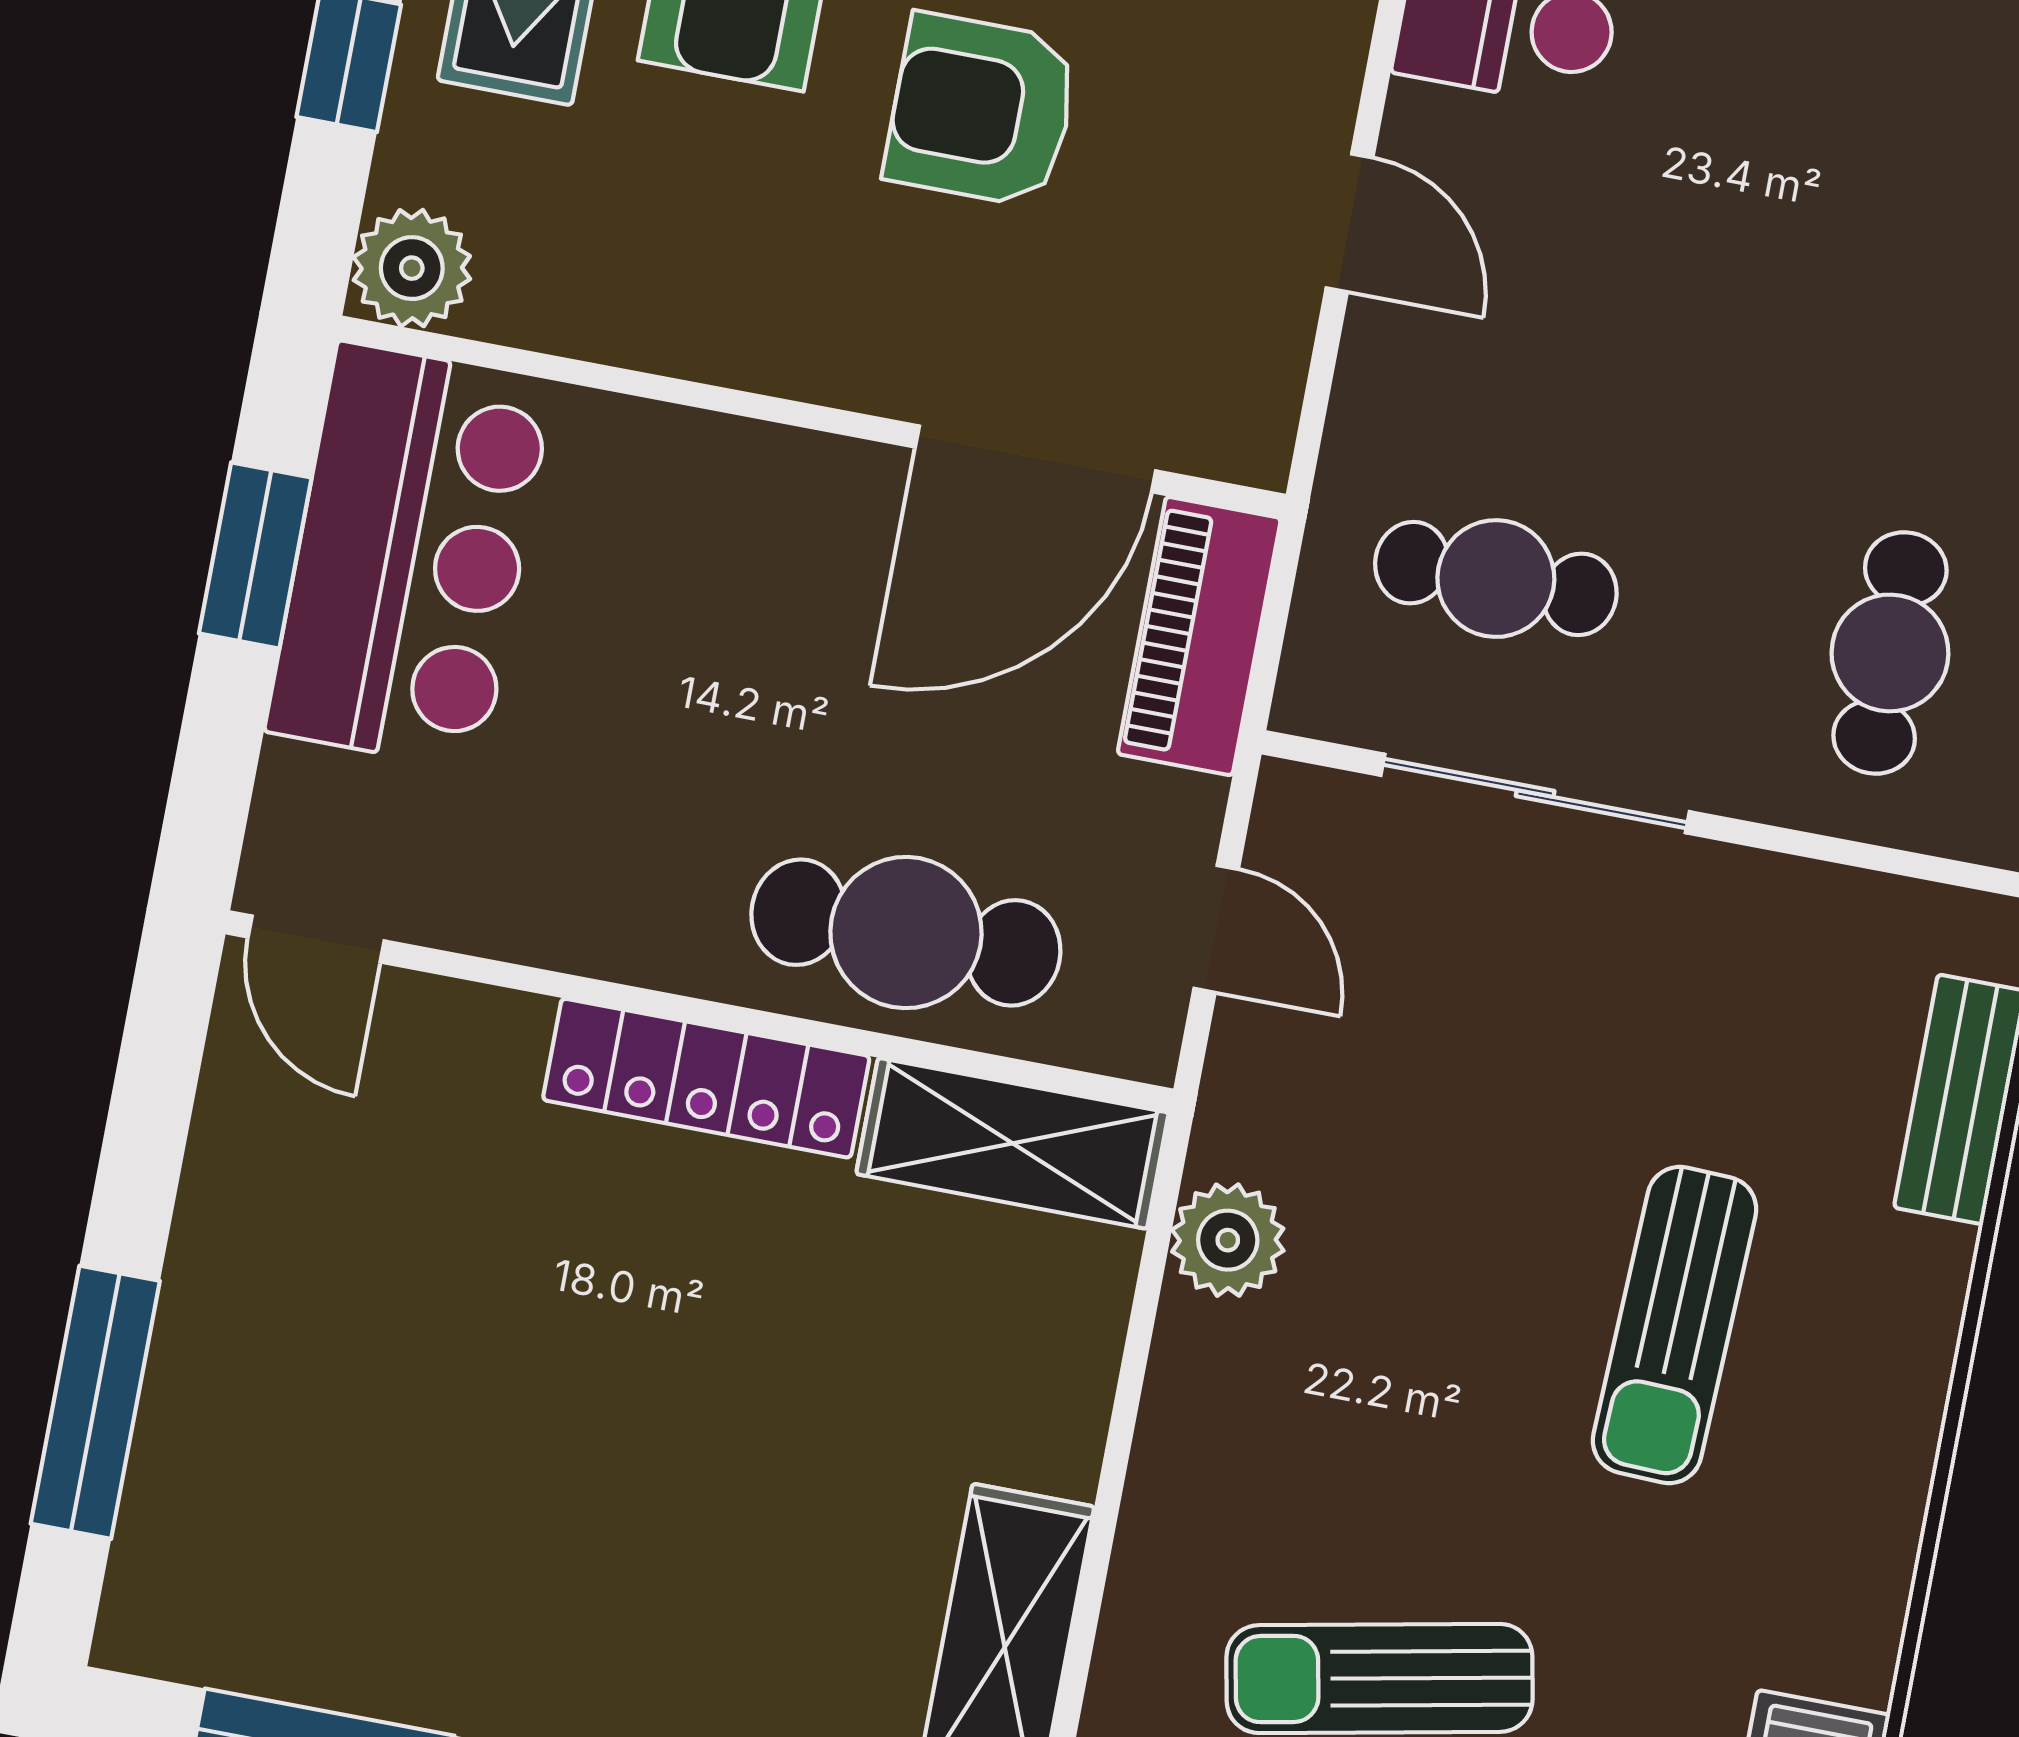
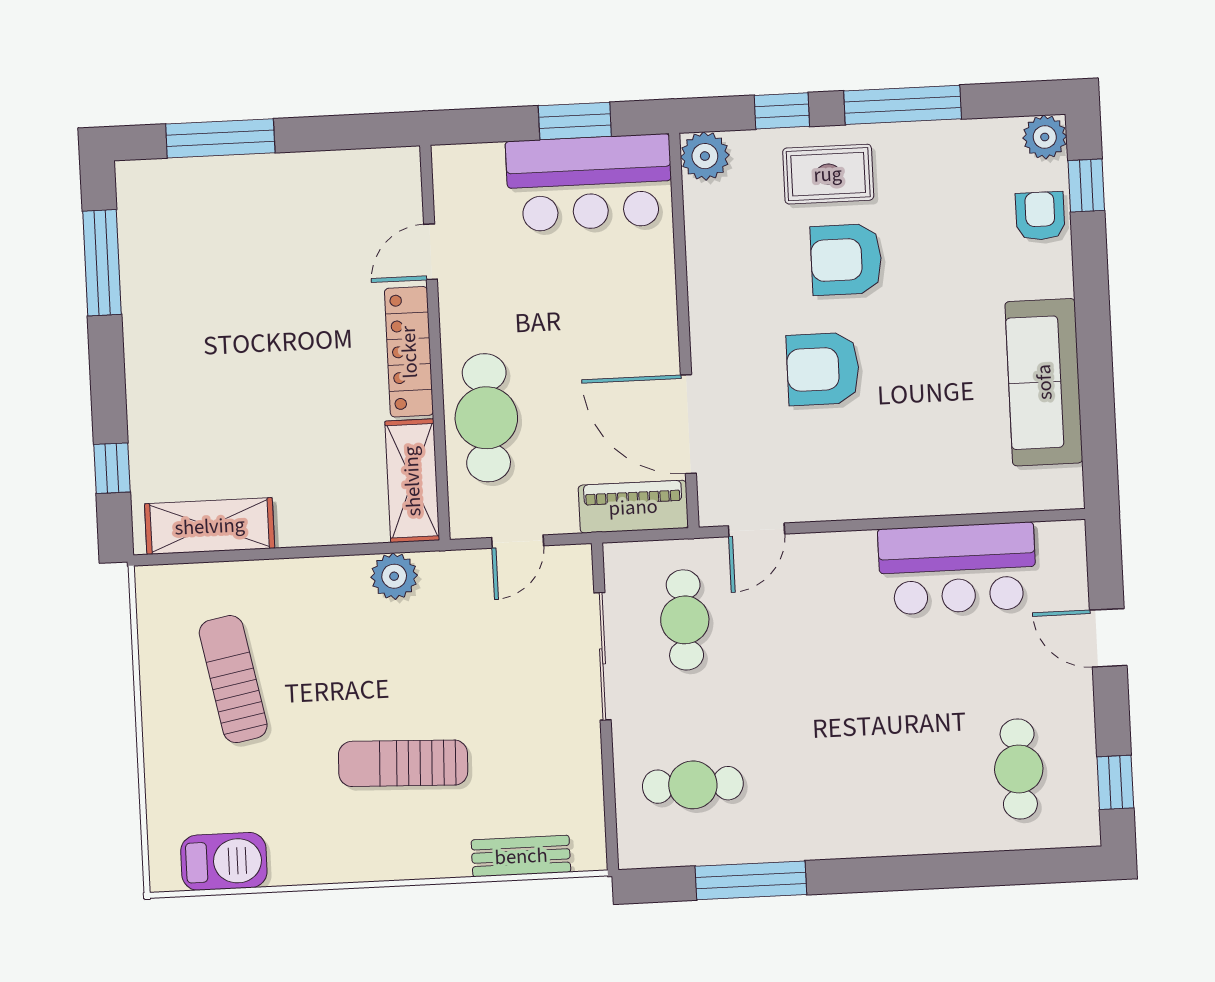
armchair: (981, 110) -> (823, 369), turned -90
door: (1350, 223) -> (757, 530), moved
door: (316, 939) -> (430, 252), moved

